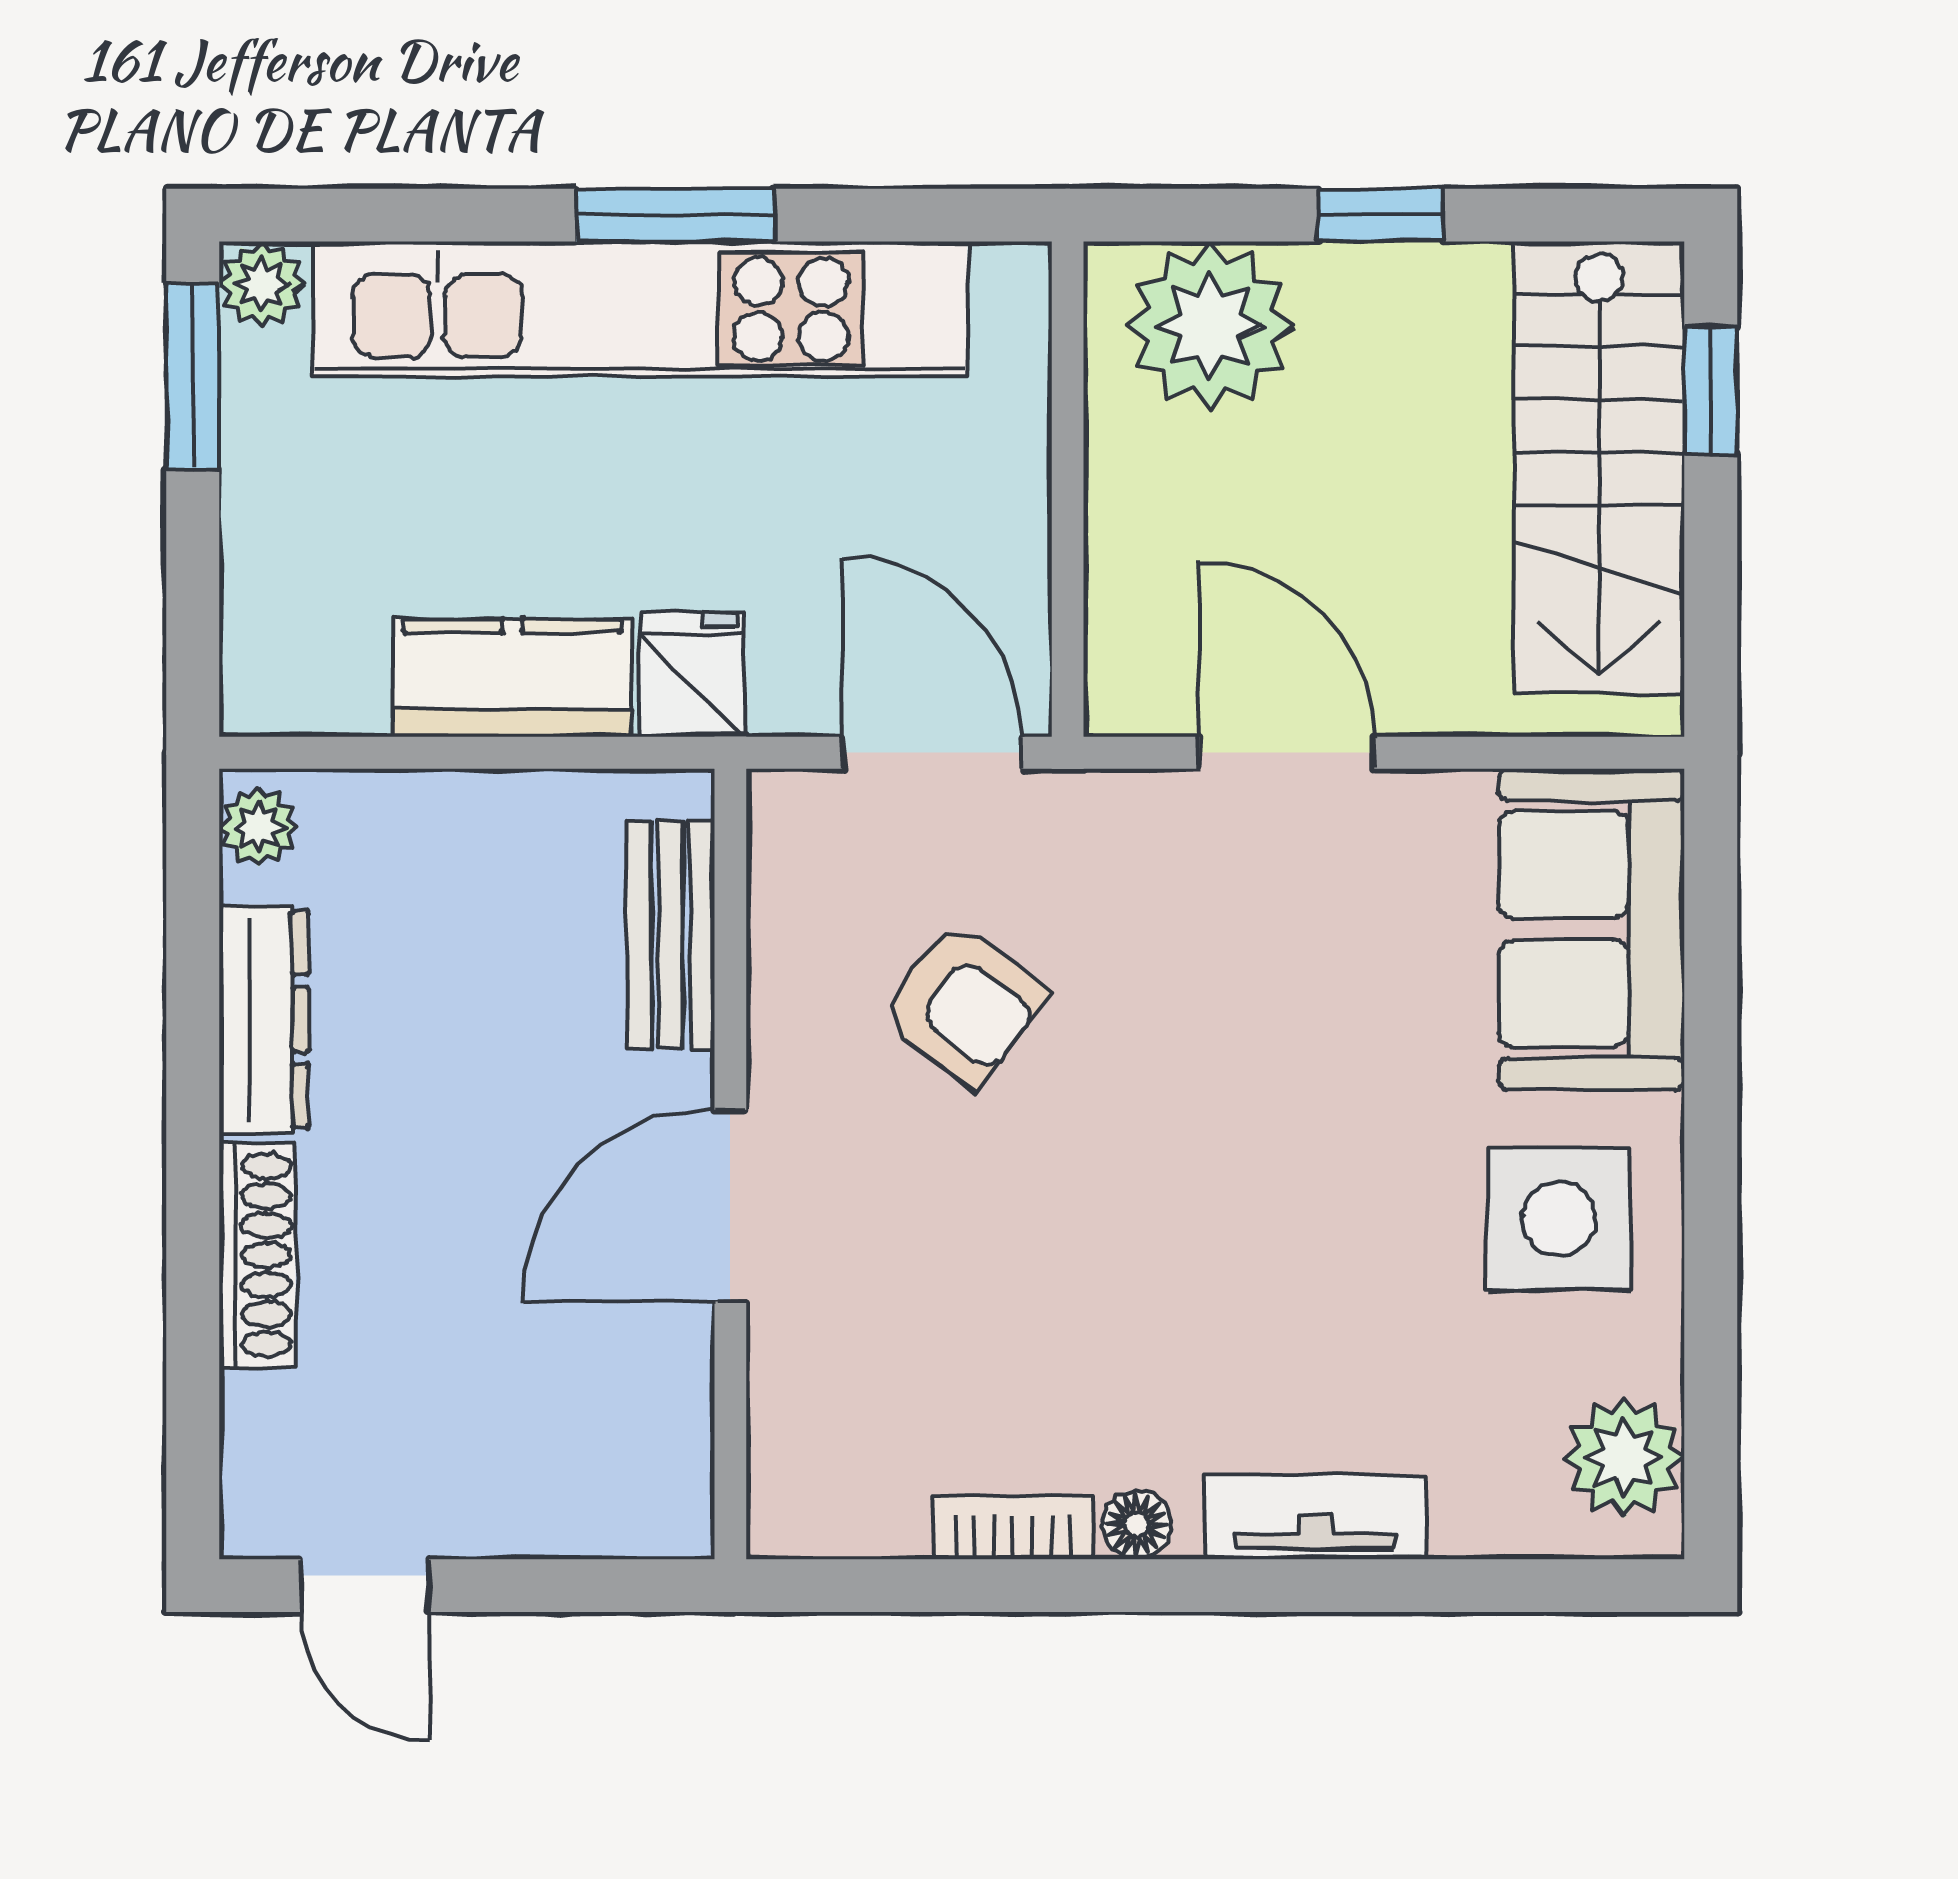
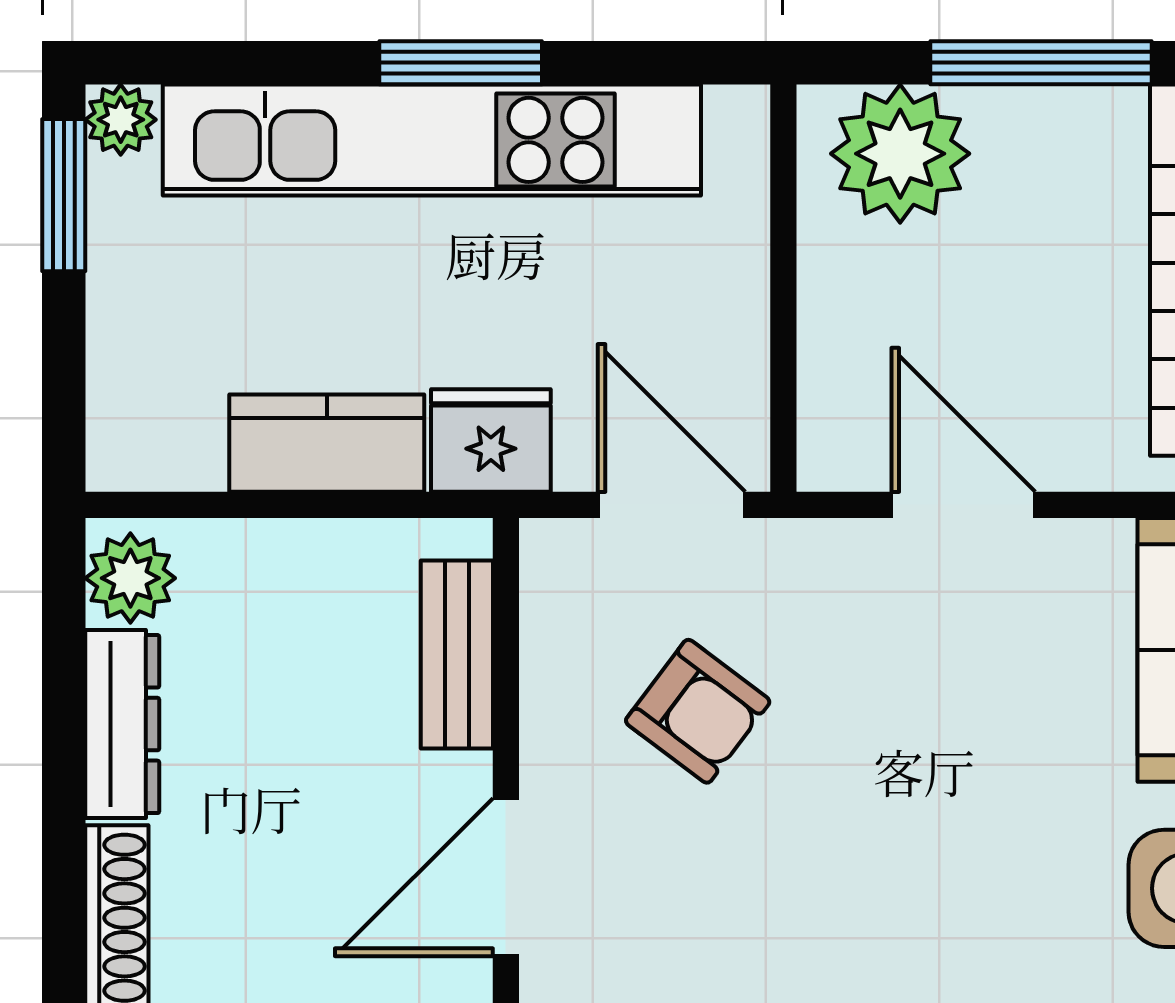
window: (1381, 215) -> (1041, 63), width x2.17
fridge: (692, 674) -> (491, 440), width x1.38
plant: (259, 827) -> (130, 578), width x1.38, depth x1.38

